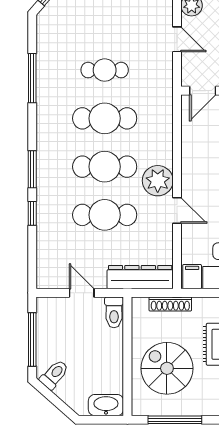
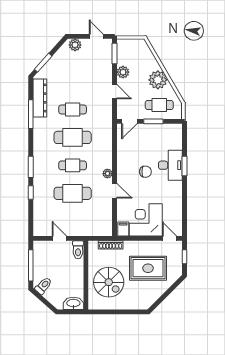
cafe table: (105, 167) -> (73, 165), width x0.73, depth x0.74
plant: (158, 181) -> (107, 174), width x0.53, depth x0.53
dresser: (140, 277) -> (40, 98), moved, turned 90
spiral stairs: (167, 368) -> (109, 282), turned 180
window: (175, 420) -> (113, 312), removed

